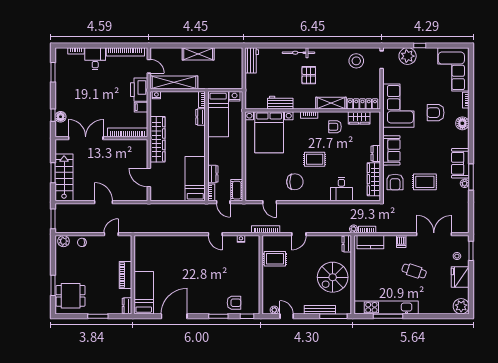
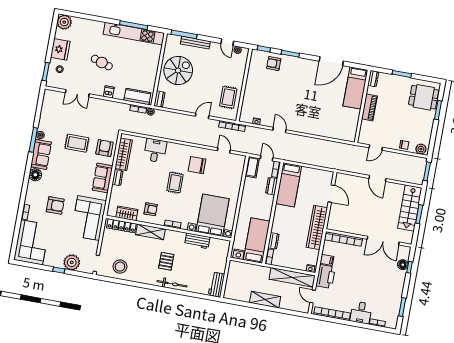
floor lamp: (462, 123) -> (35, 175), moved
rug: (315, 159) -> (175, 183), turned 90
double door: (434, 234) -> (77, 93), width x0.73
rug: (275, 259) -> (228, 97), turned 90

